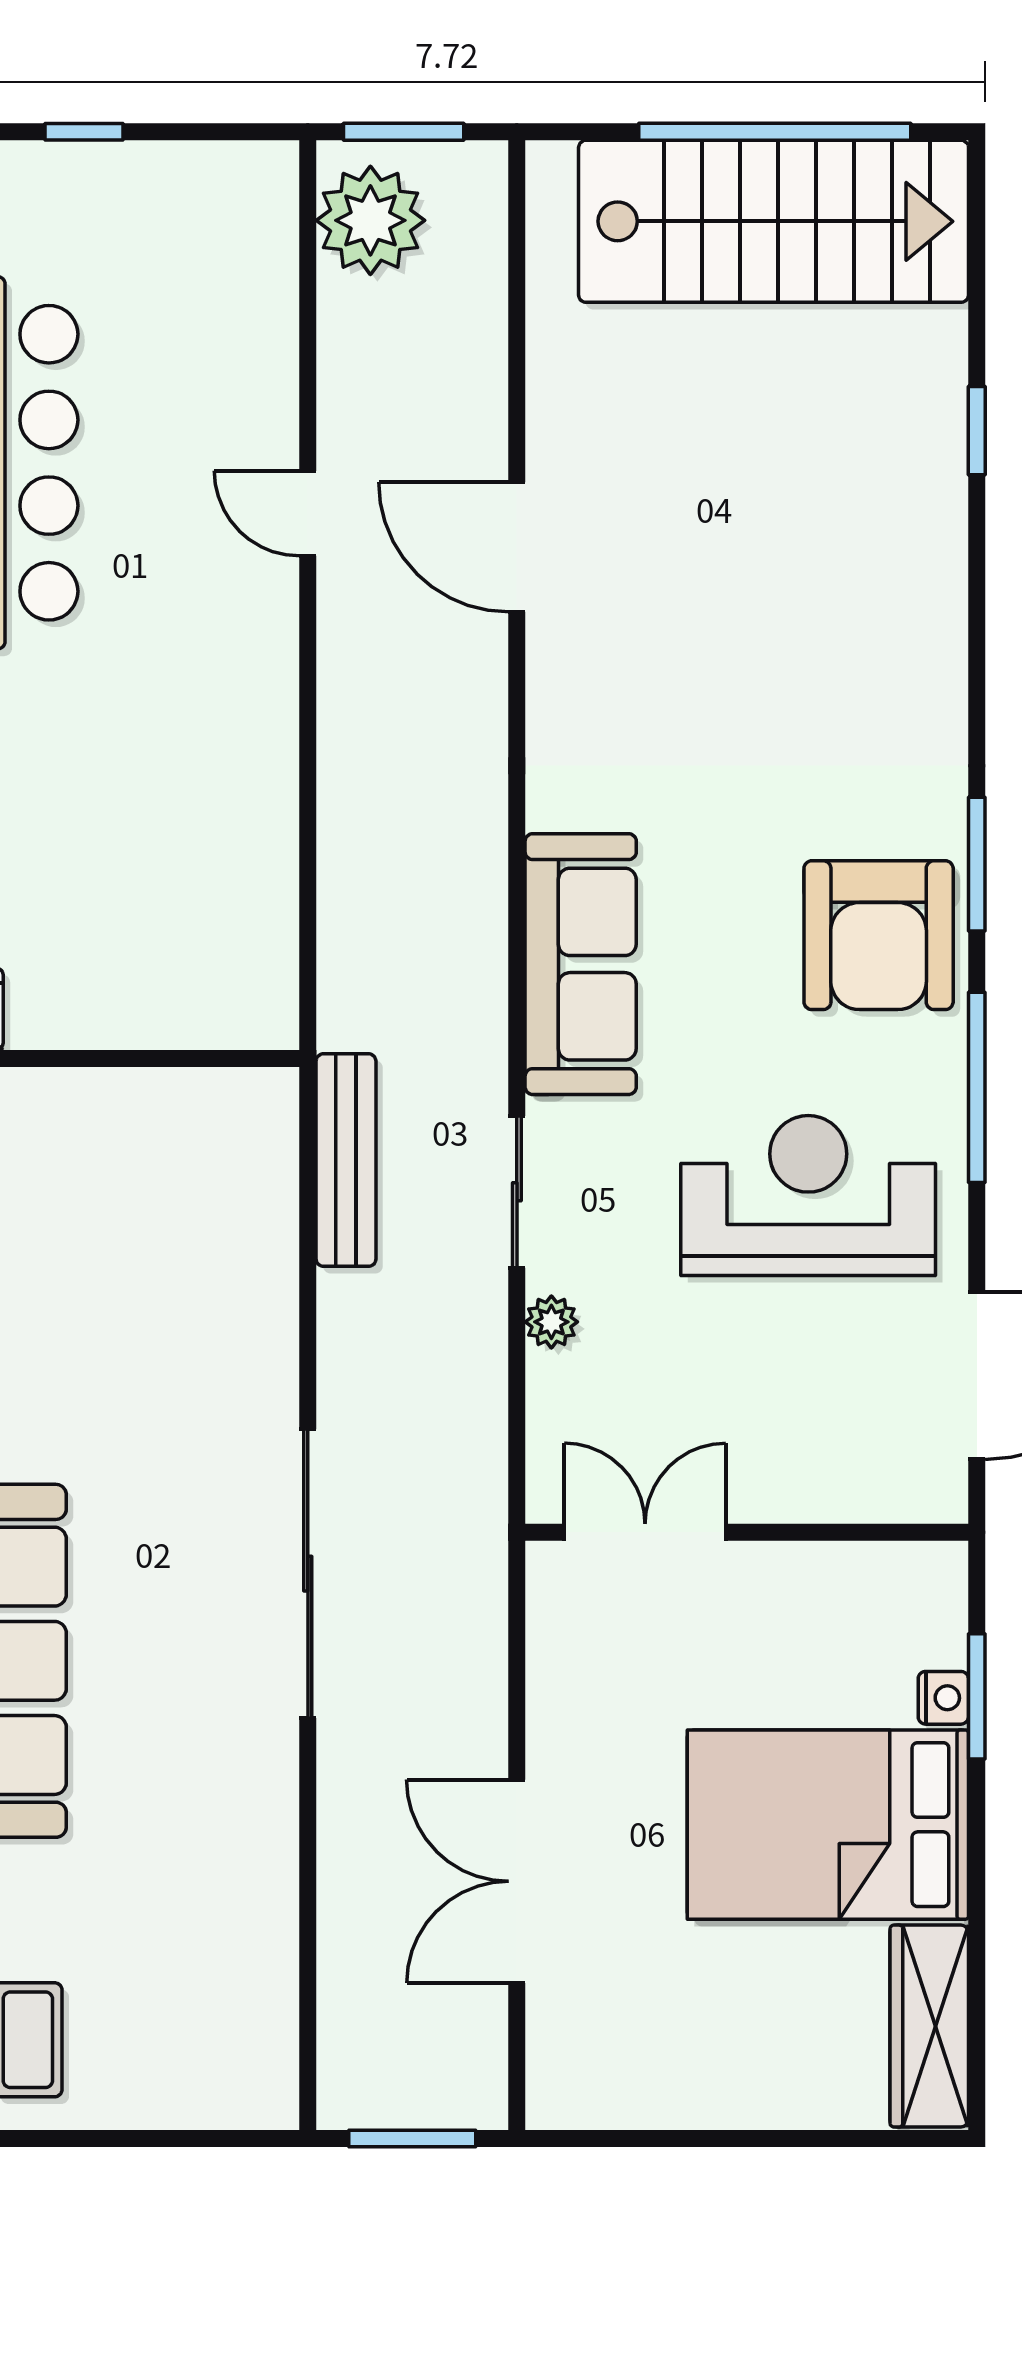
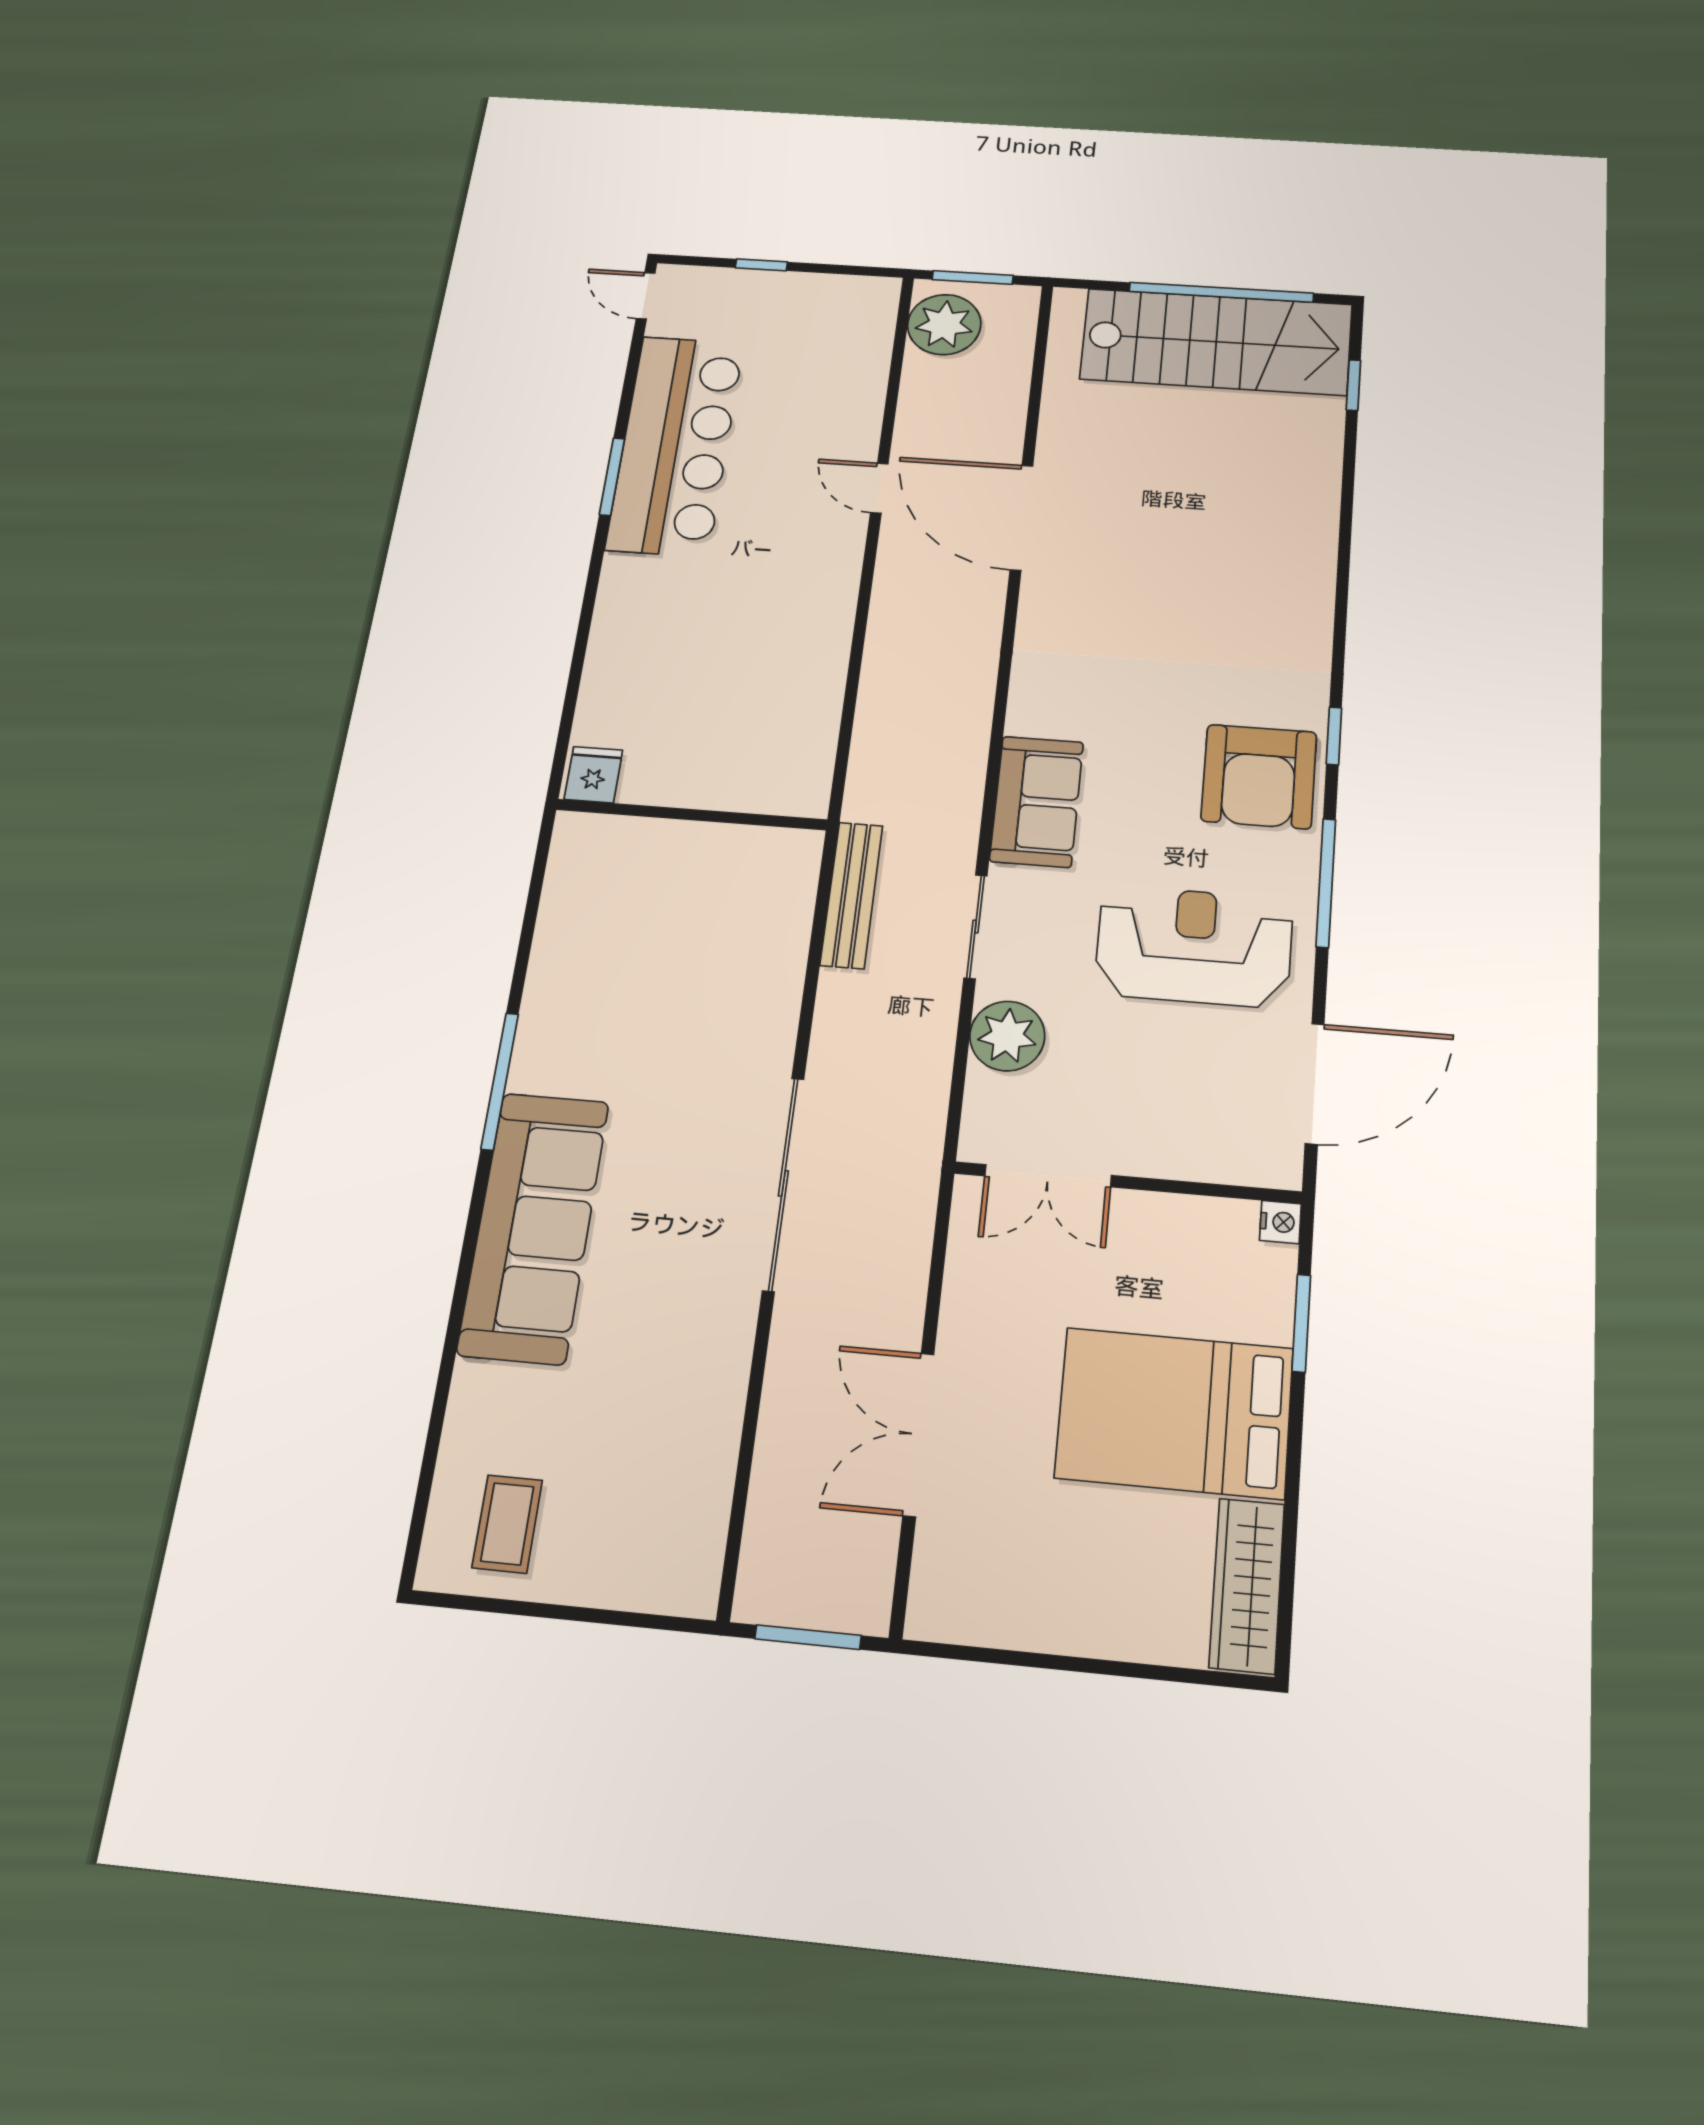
window: (977, 431) -> (1353, 385), moved
door: (517, 547) -> (1022, 518), width x1.36
window: (977, 864) -> (1334, 736), width x0.67
sofa: (581, 964) -> (1037, 801), width x0.73
plant: (551, 1322) -> (1007, 1036), width x1.87, depth x1.87
double door: (645, 1532) -> (1048, 1176), swing flipped
nightstand: (943, 1698) -> (1280, 1222), moved

